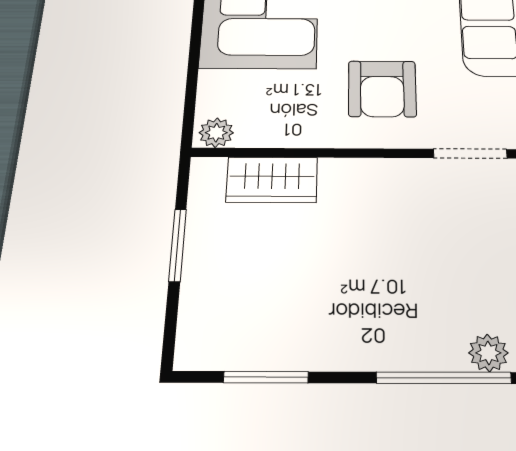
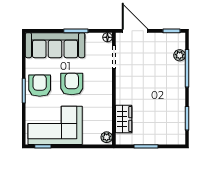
armchair: (382, 89) -> (72, 84), moved, turned -90

